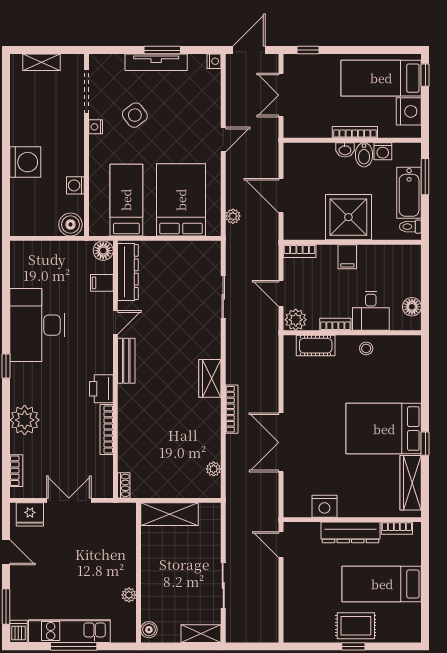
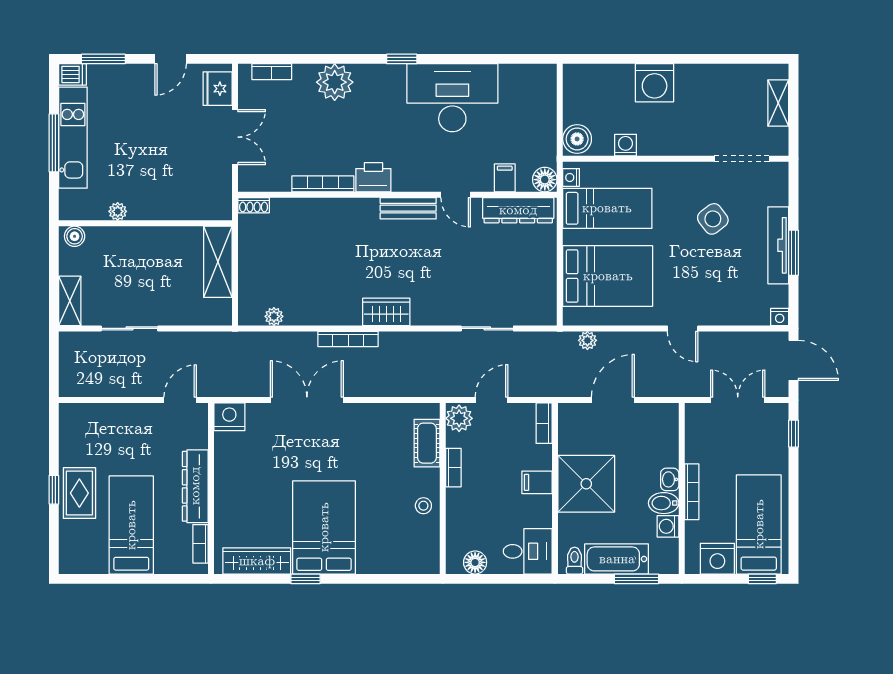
nightstand: (96, 127) -> (571, 177), moved, turned -90
desk: (371, 311) -> (528, 551), moved, turned 180
nightstand: (324, 506) -> (229, 417), moved, turned 90

